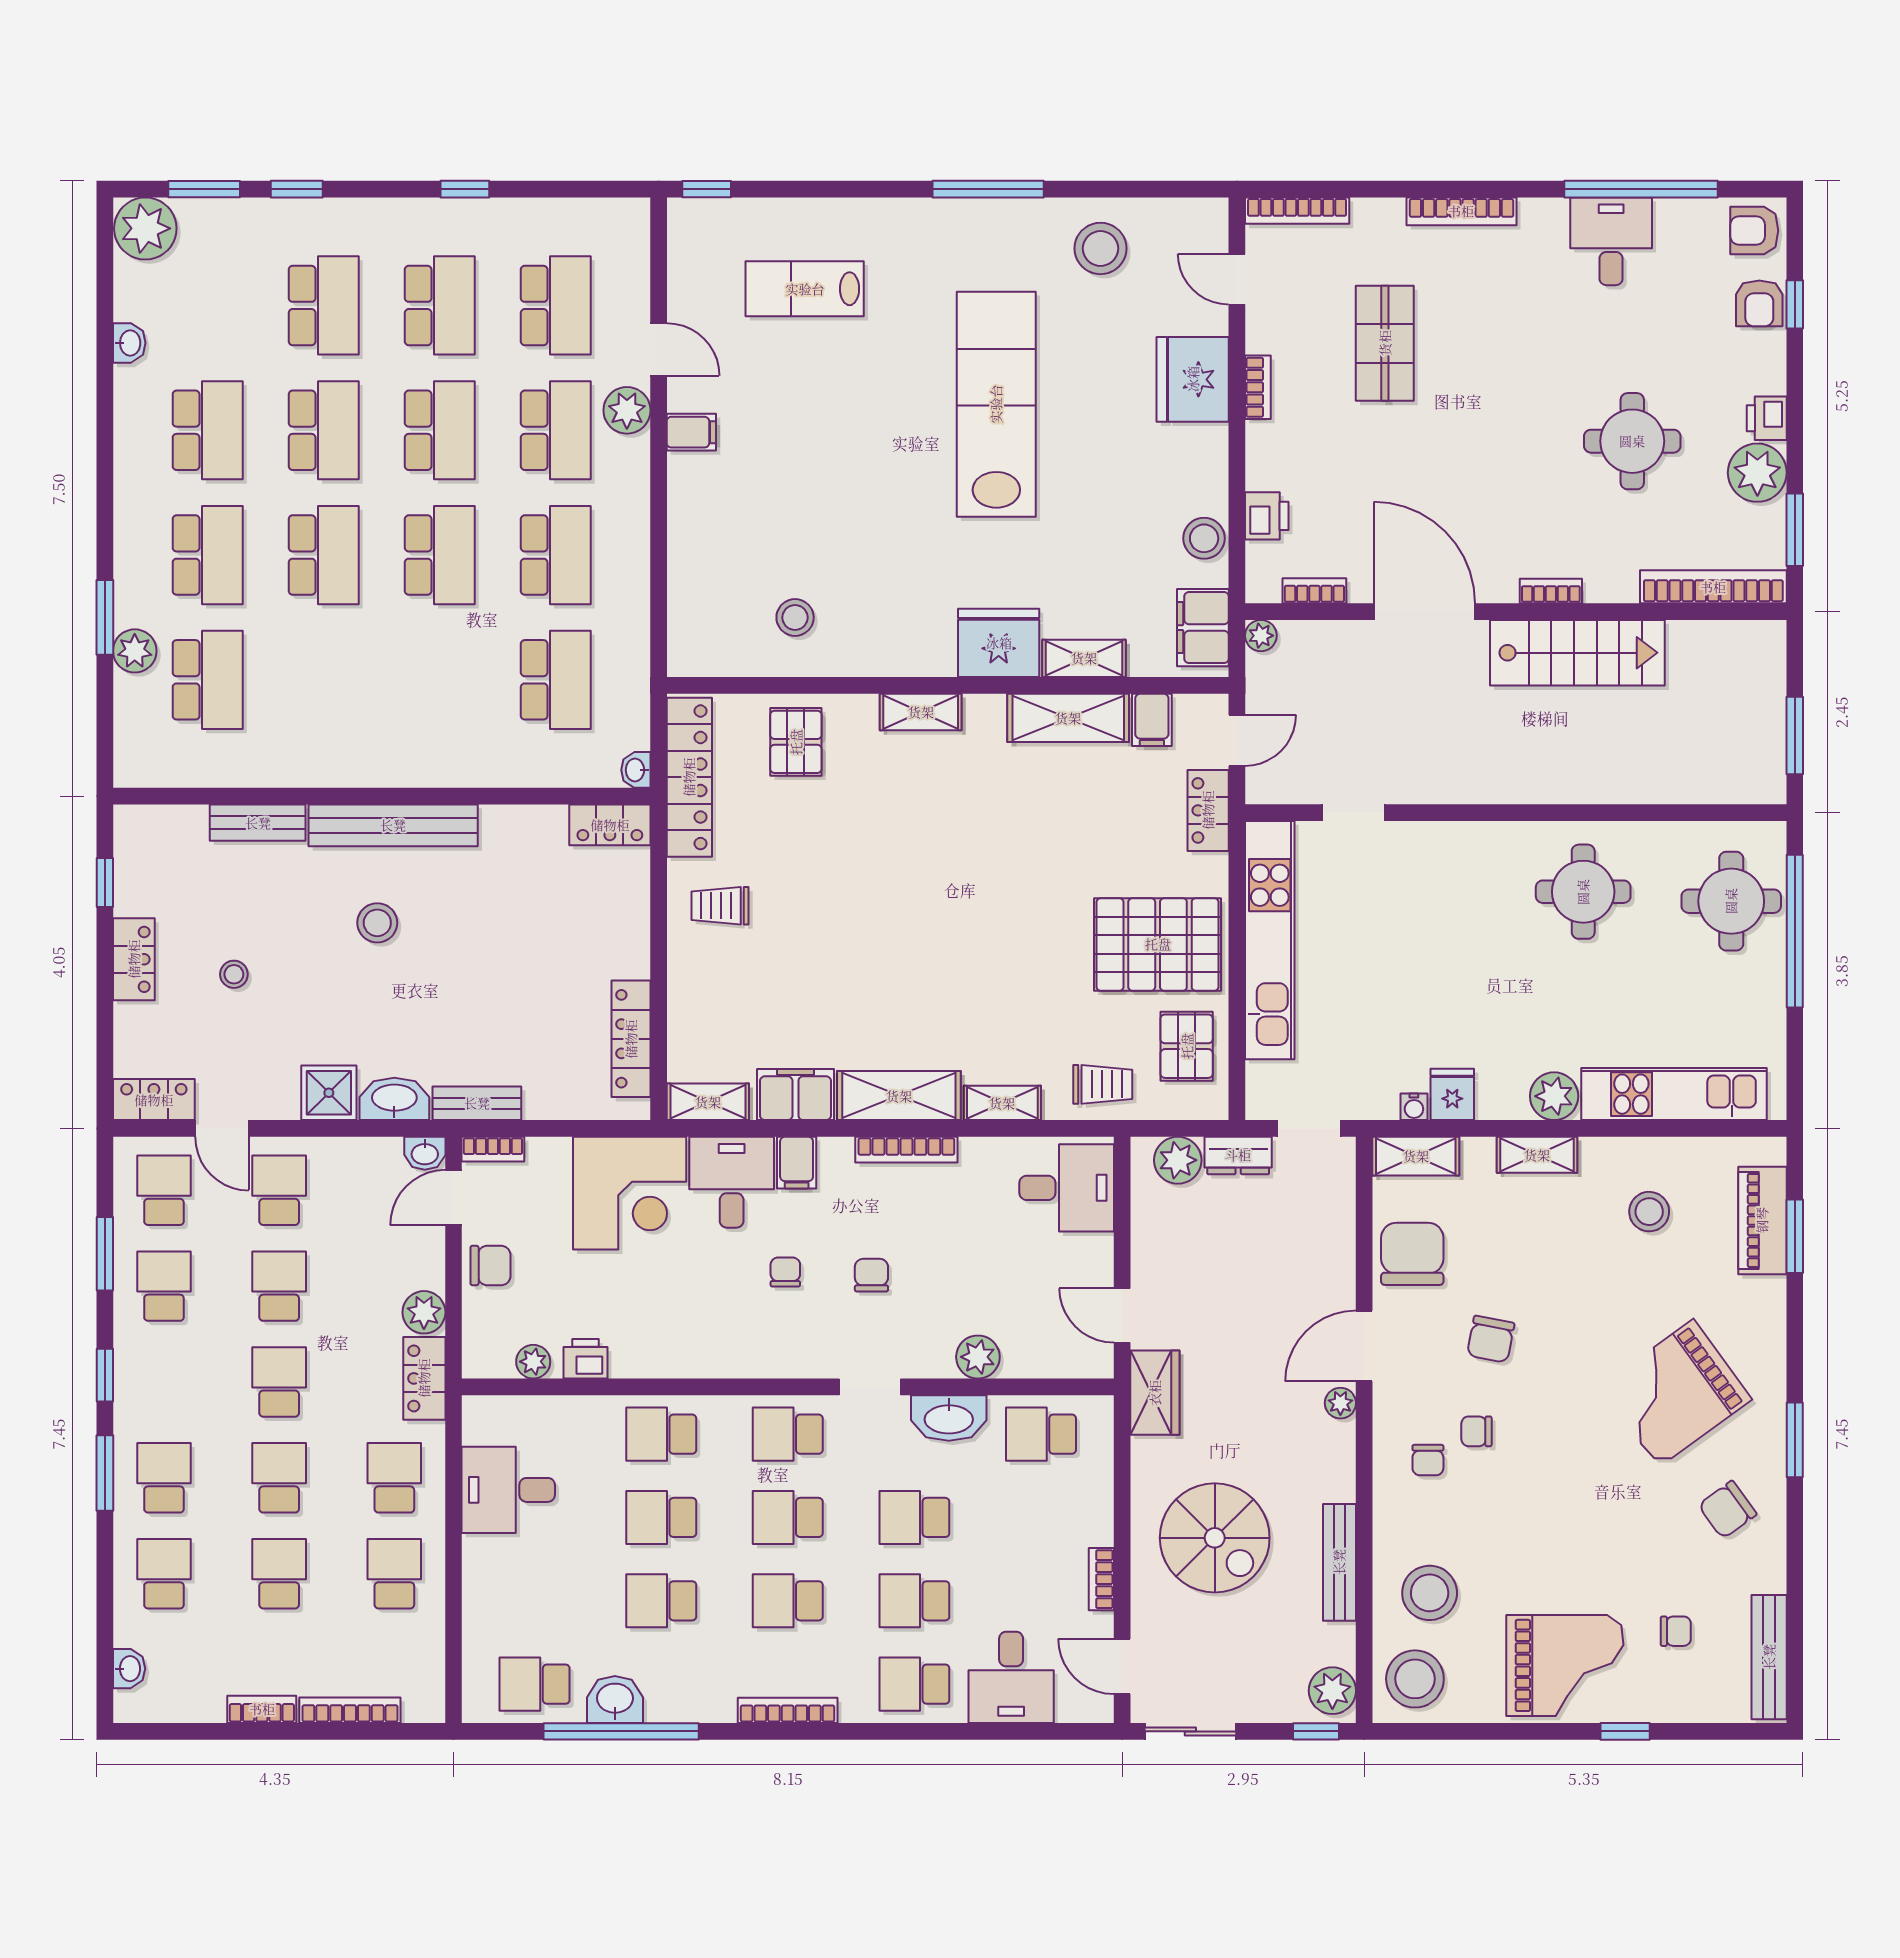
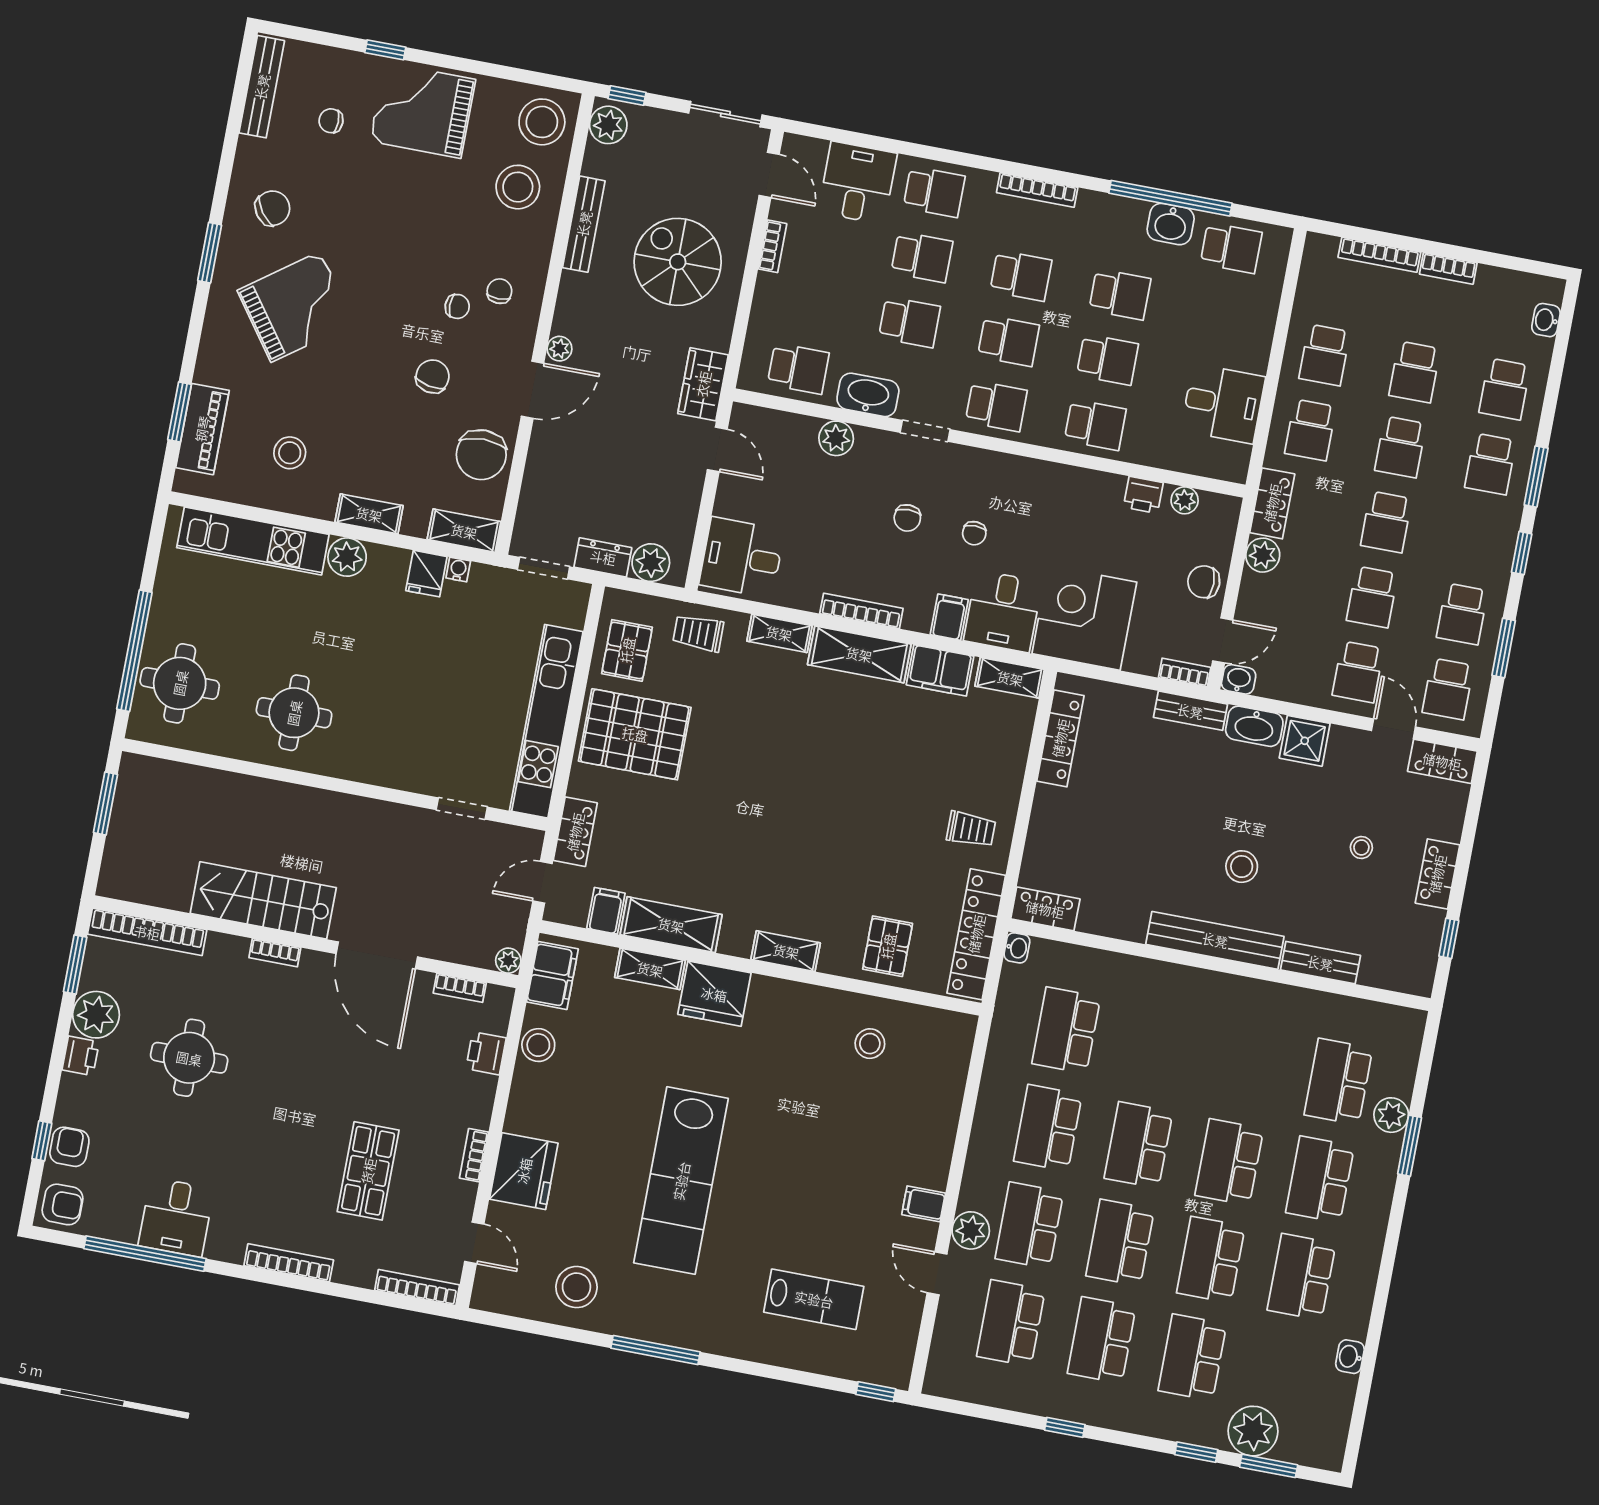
plant: (145, 228) -> (1253, 1431), moved

